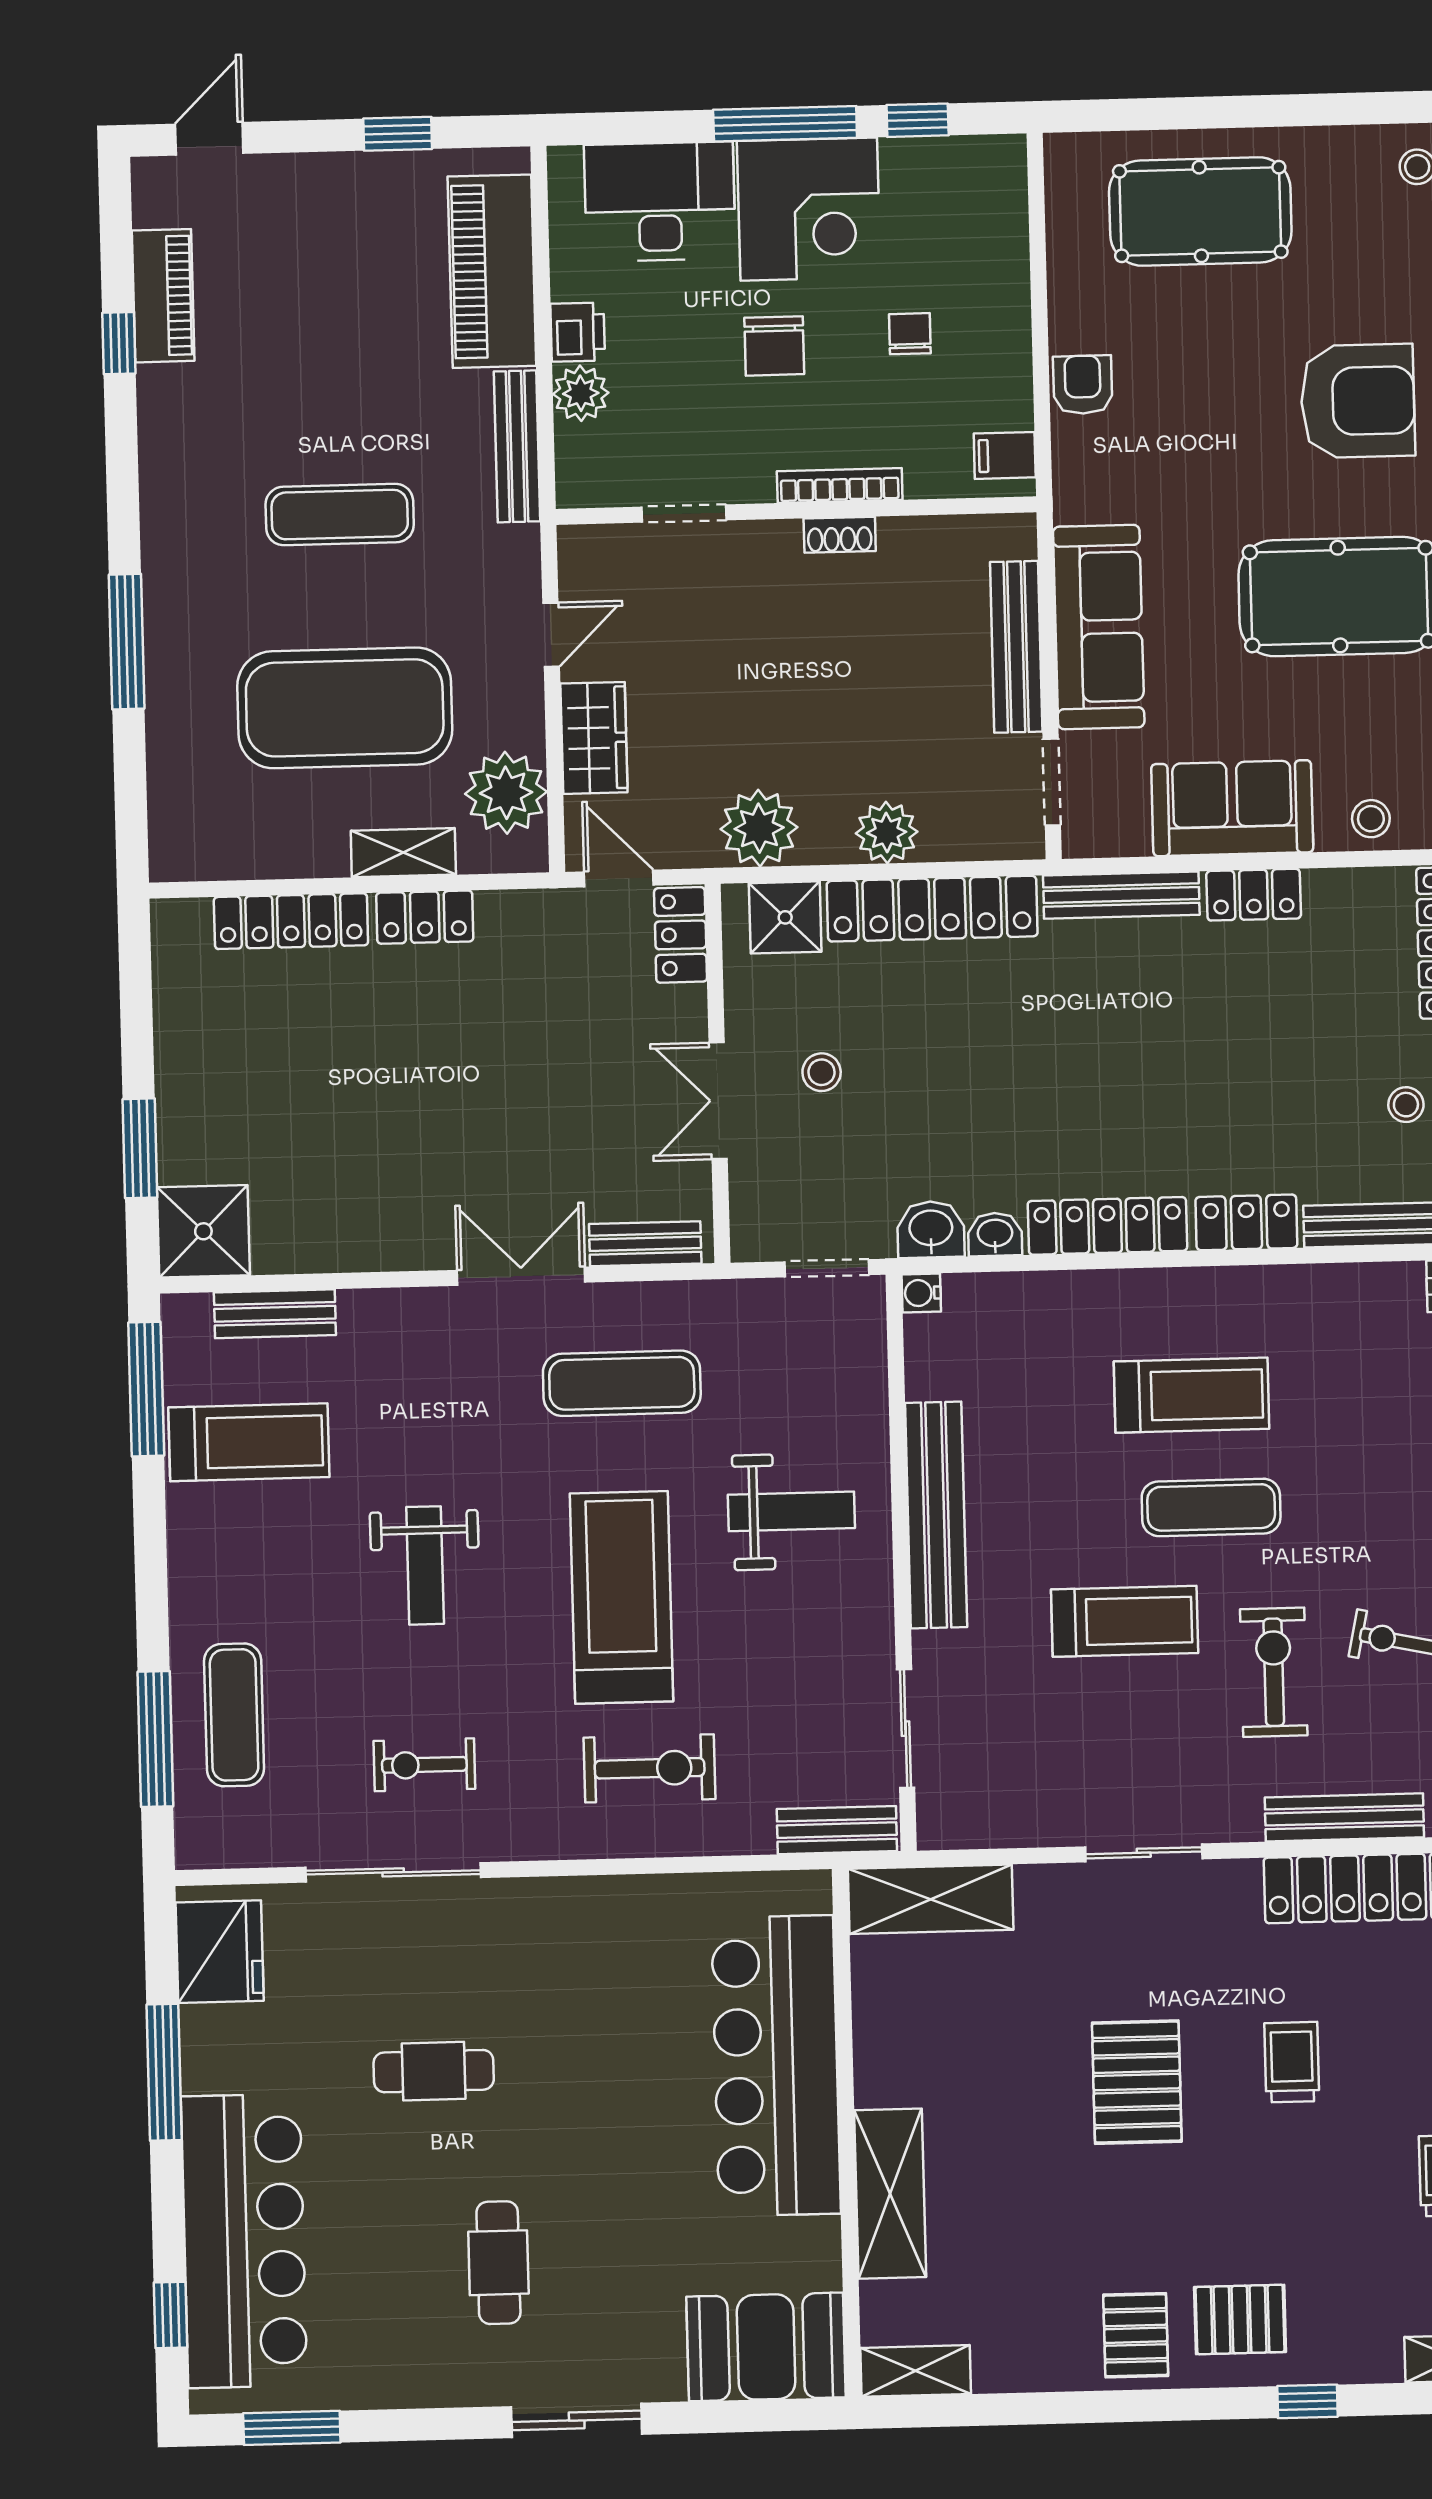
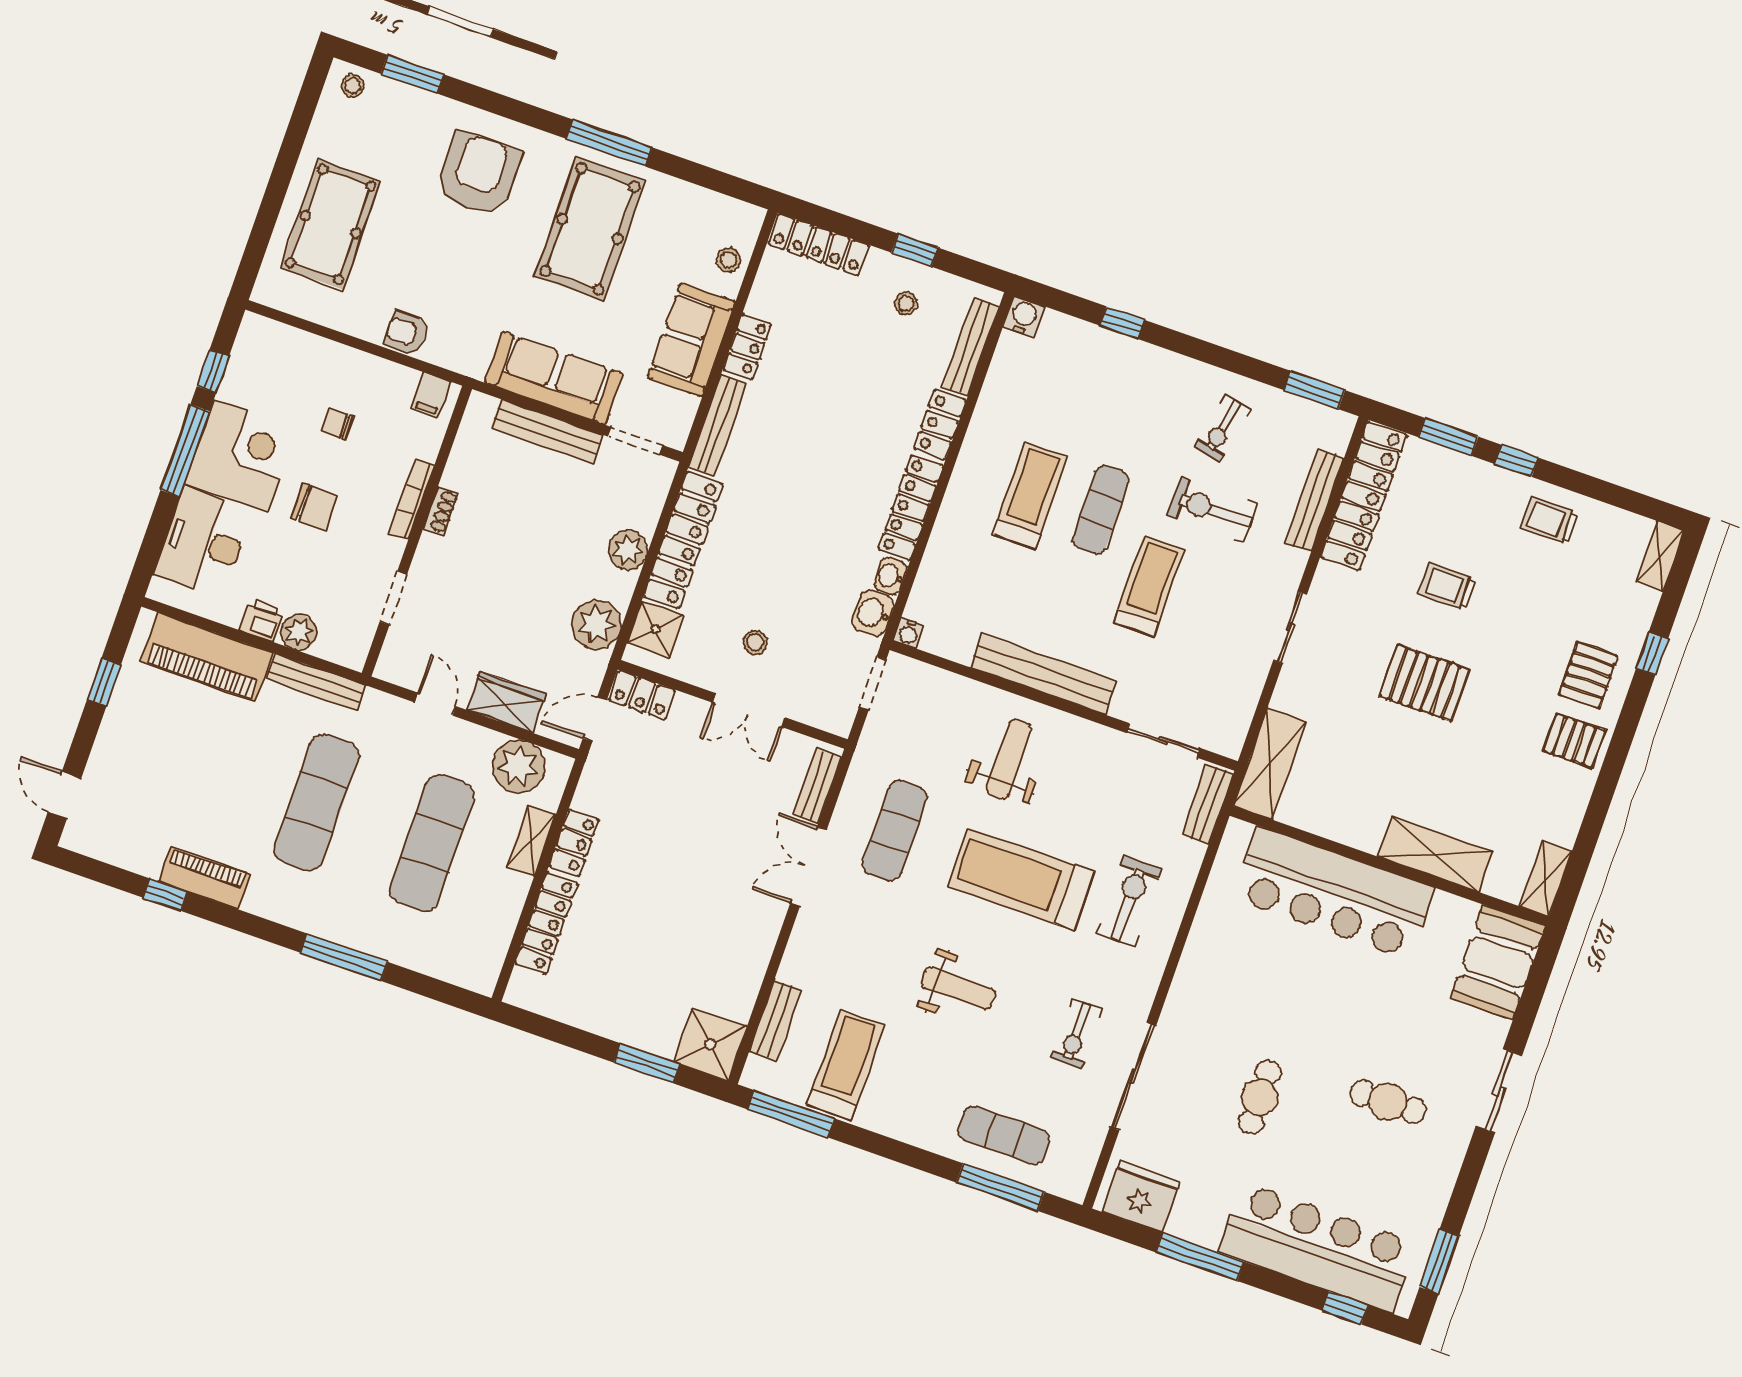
piano: (163, 296) -> (204, 878), moved
exercise mat: (340, 515) -> (316, 802), width x1.36, depth x1.45
exercise mat: (345, 708) -> (432, 843), width x0.68

